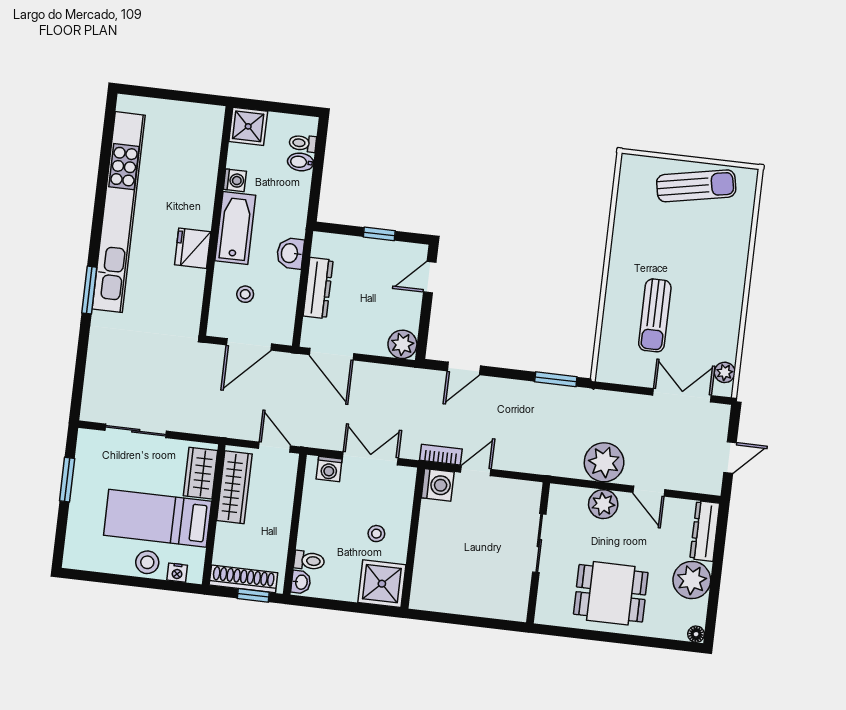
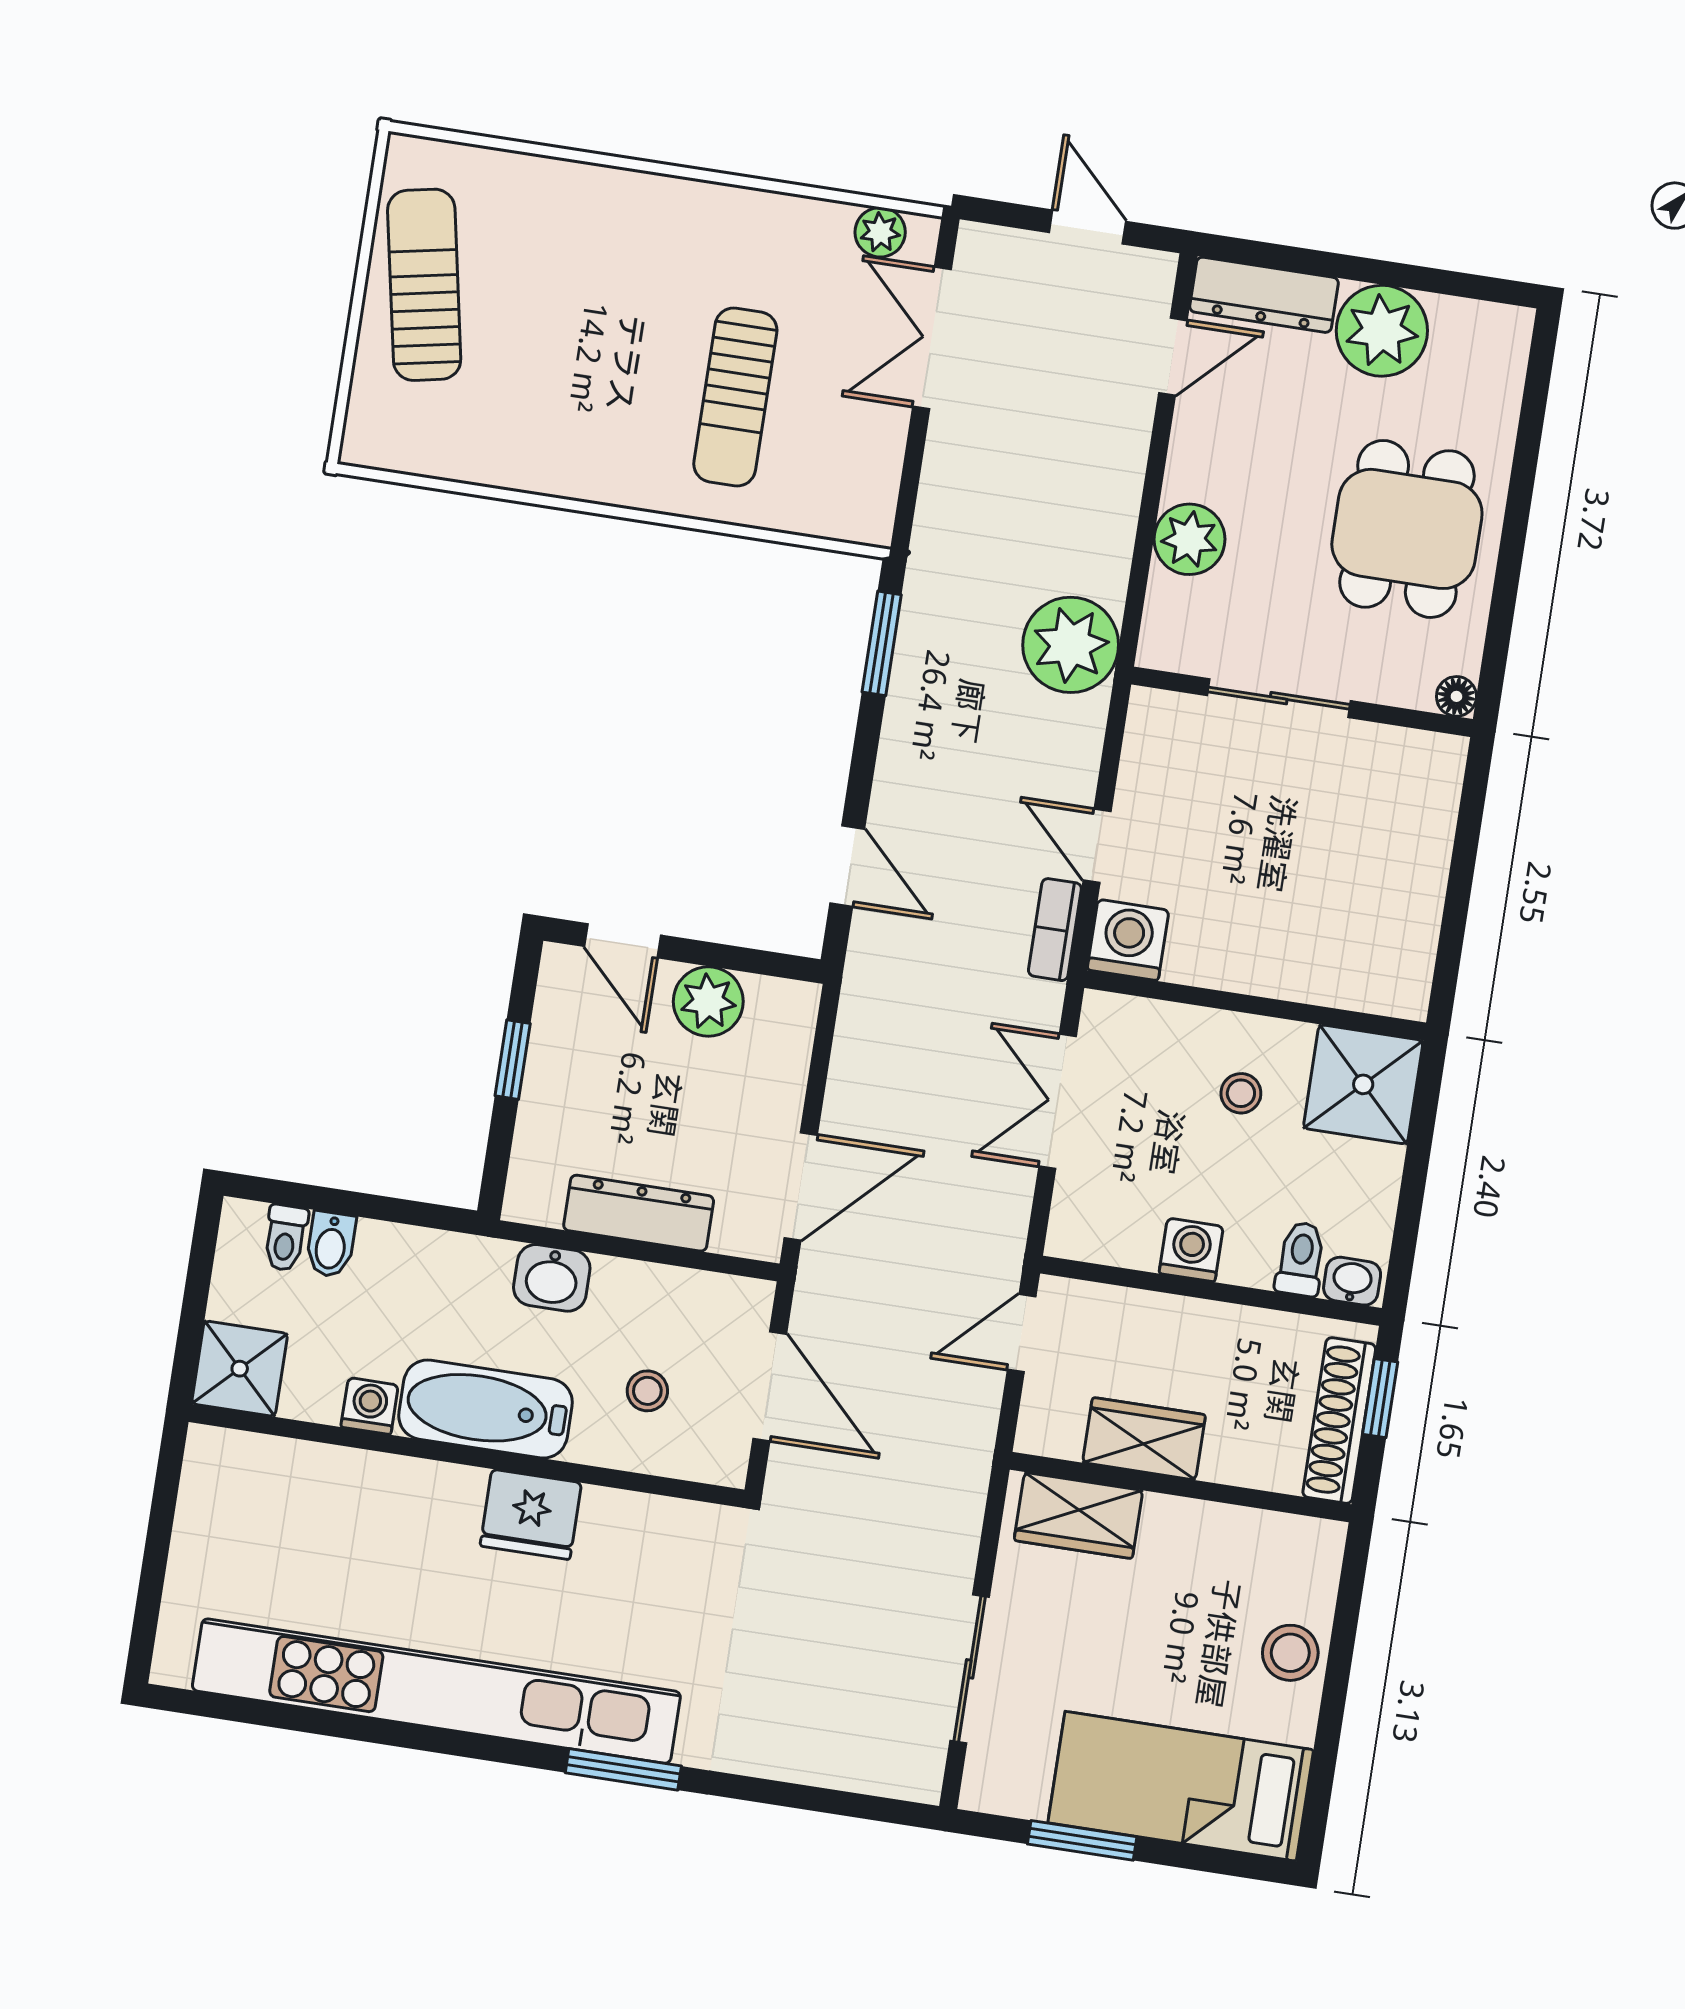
sun lounger: (655, 315) -> (735, 397), turned 90
plant: (402, 344) -> (708, 1001), moved
plant: (604, 462) -> (1071, 645), moved
washing machine: (329, 469) -> (1191, 1250), moved, turned -90
wardrobe: (234, 487) -> (1144, 1439), width x0.67
door: (649, 491) -> (1173, 357), moved
bed: (158, 518) -> (1181, 1786), moved, turned 90
nightstand: (177, 573) -> (1318, 1581), removed
floor lamp: (696, 634) -> (1456, 696), moved

